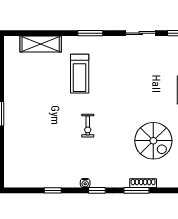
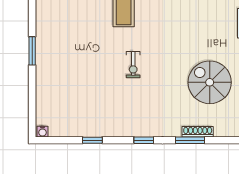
spiral stairs: (153, 141) -> (210, 82), turned 180
water cooler: (85, 183) -> (43, 132), moved

